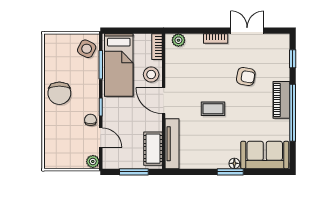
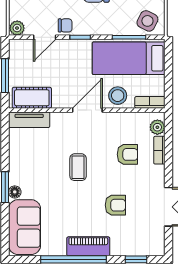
bookcase: (216, 38) -> (159, 150), moved
armchair: (202, 66) -> (127, 154), added
armchair: (246, 76) -> (115, 205), turned -100
tv unit: (172, 144) -> (29, 120), width x0.71

